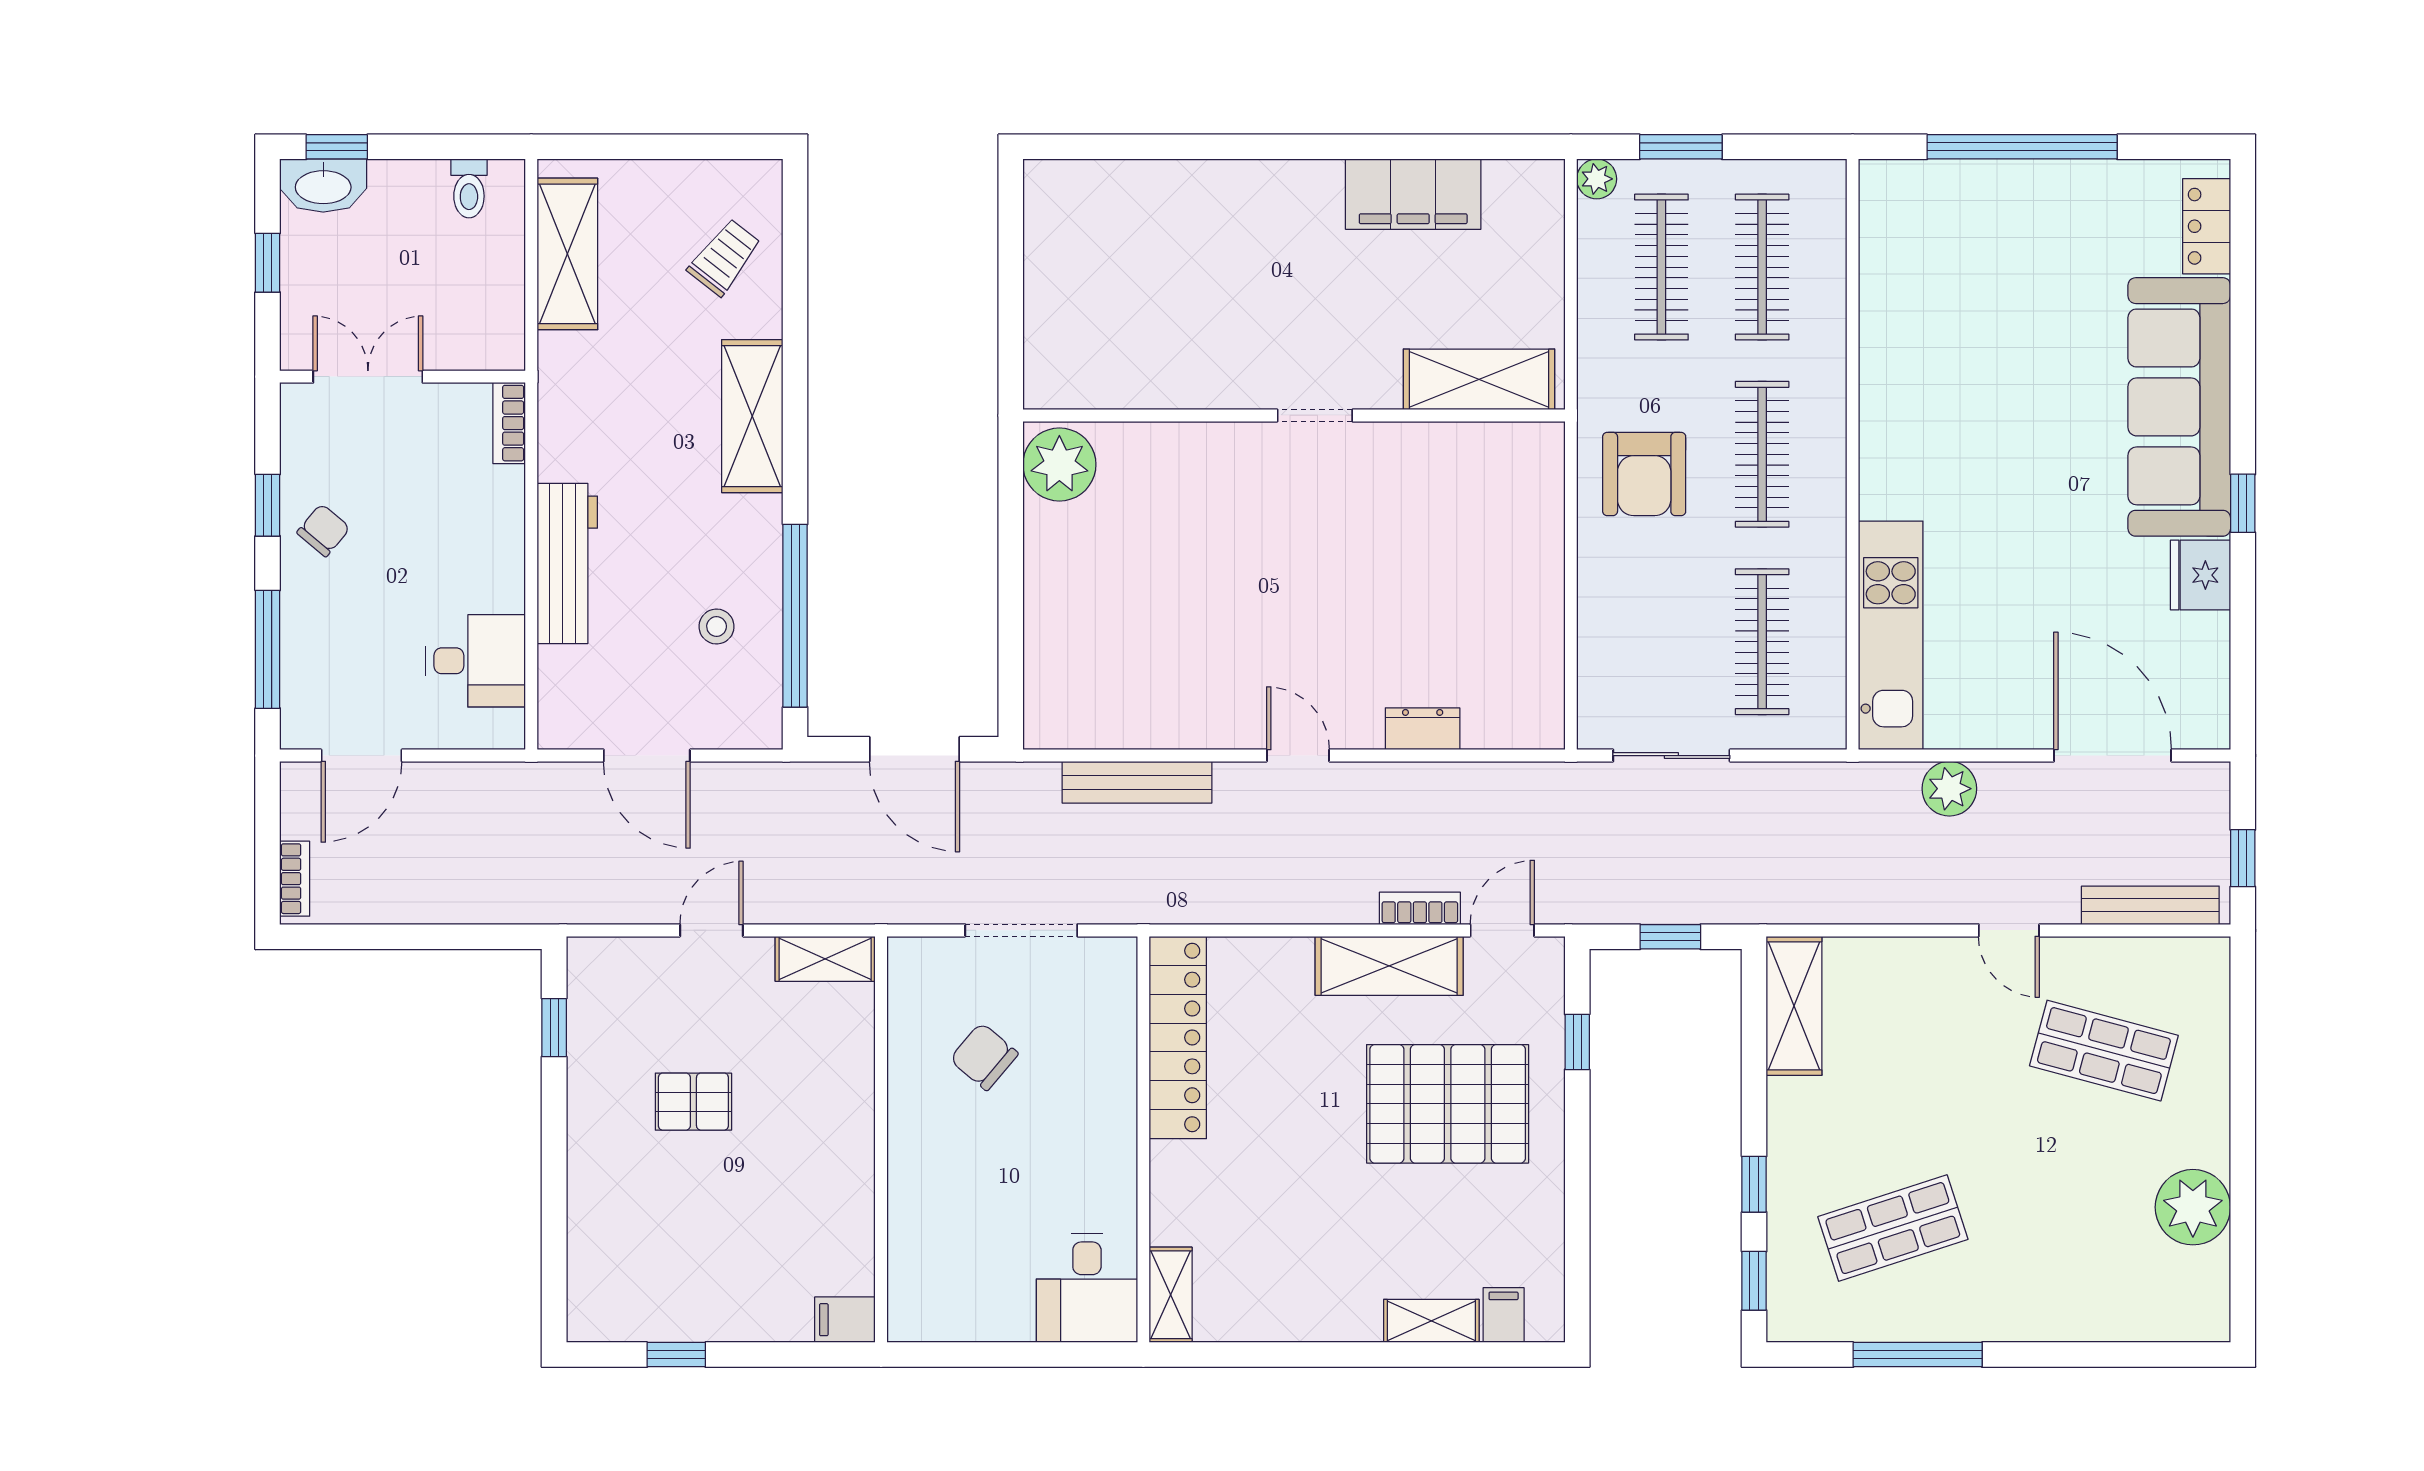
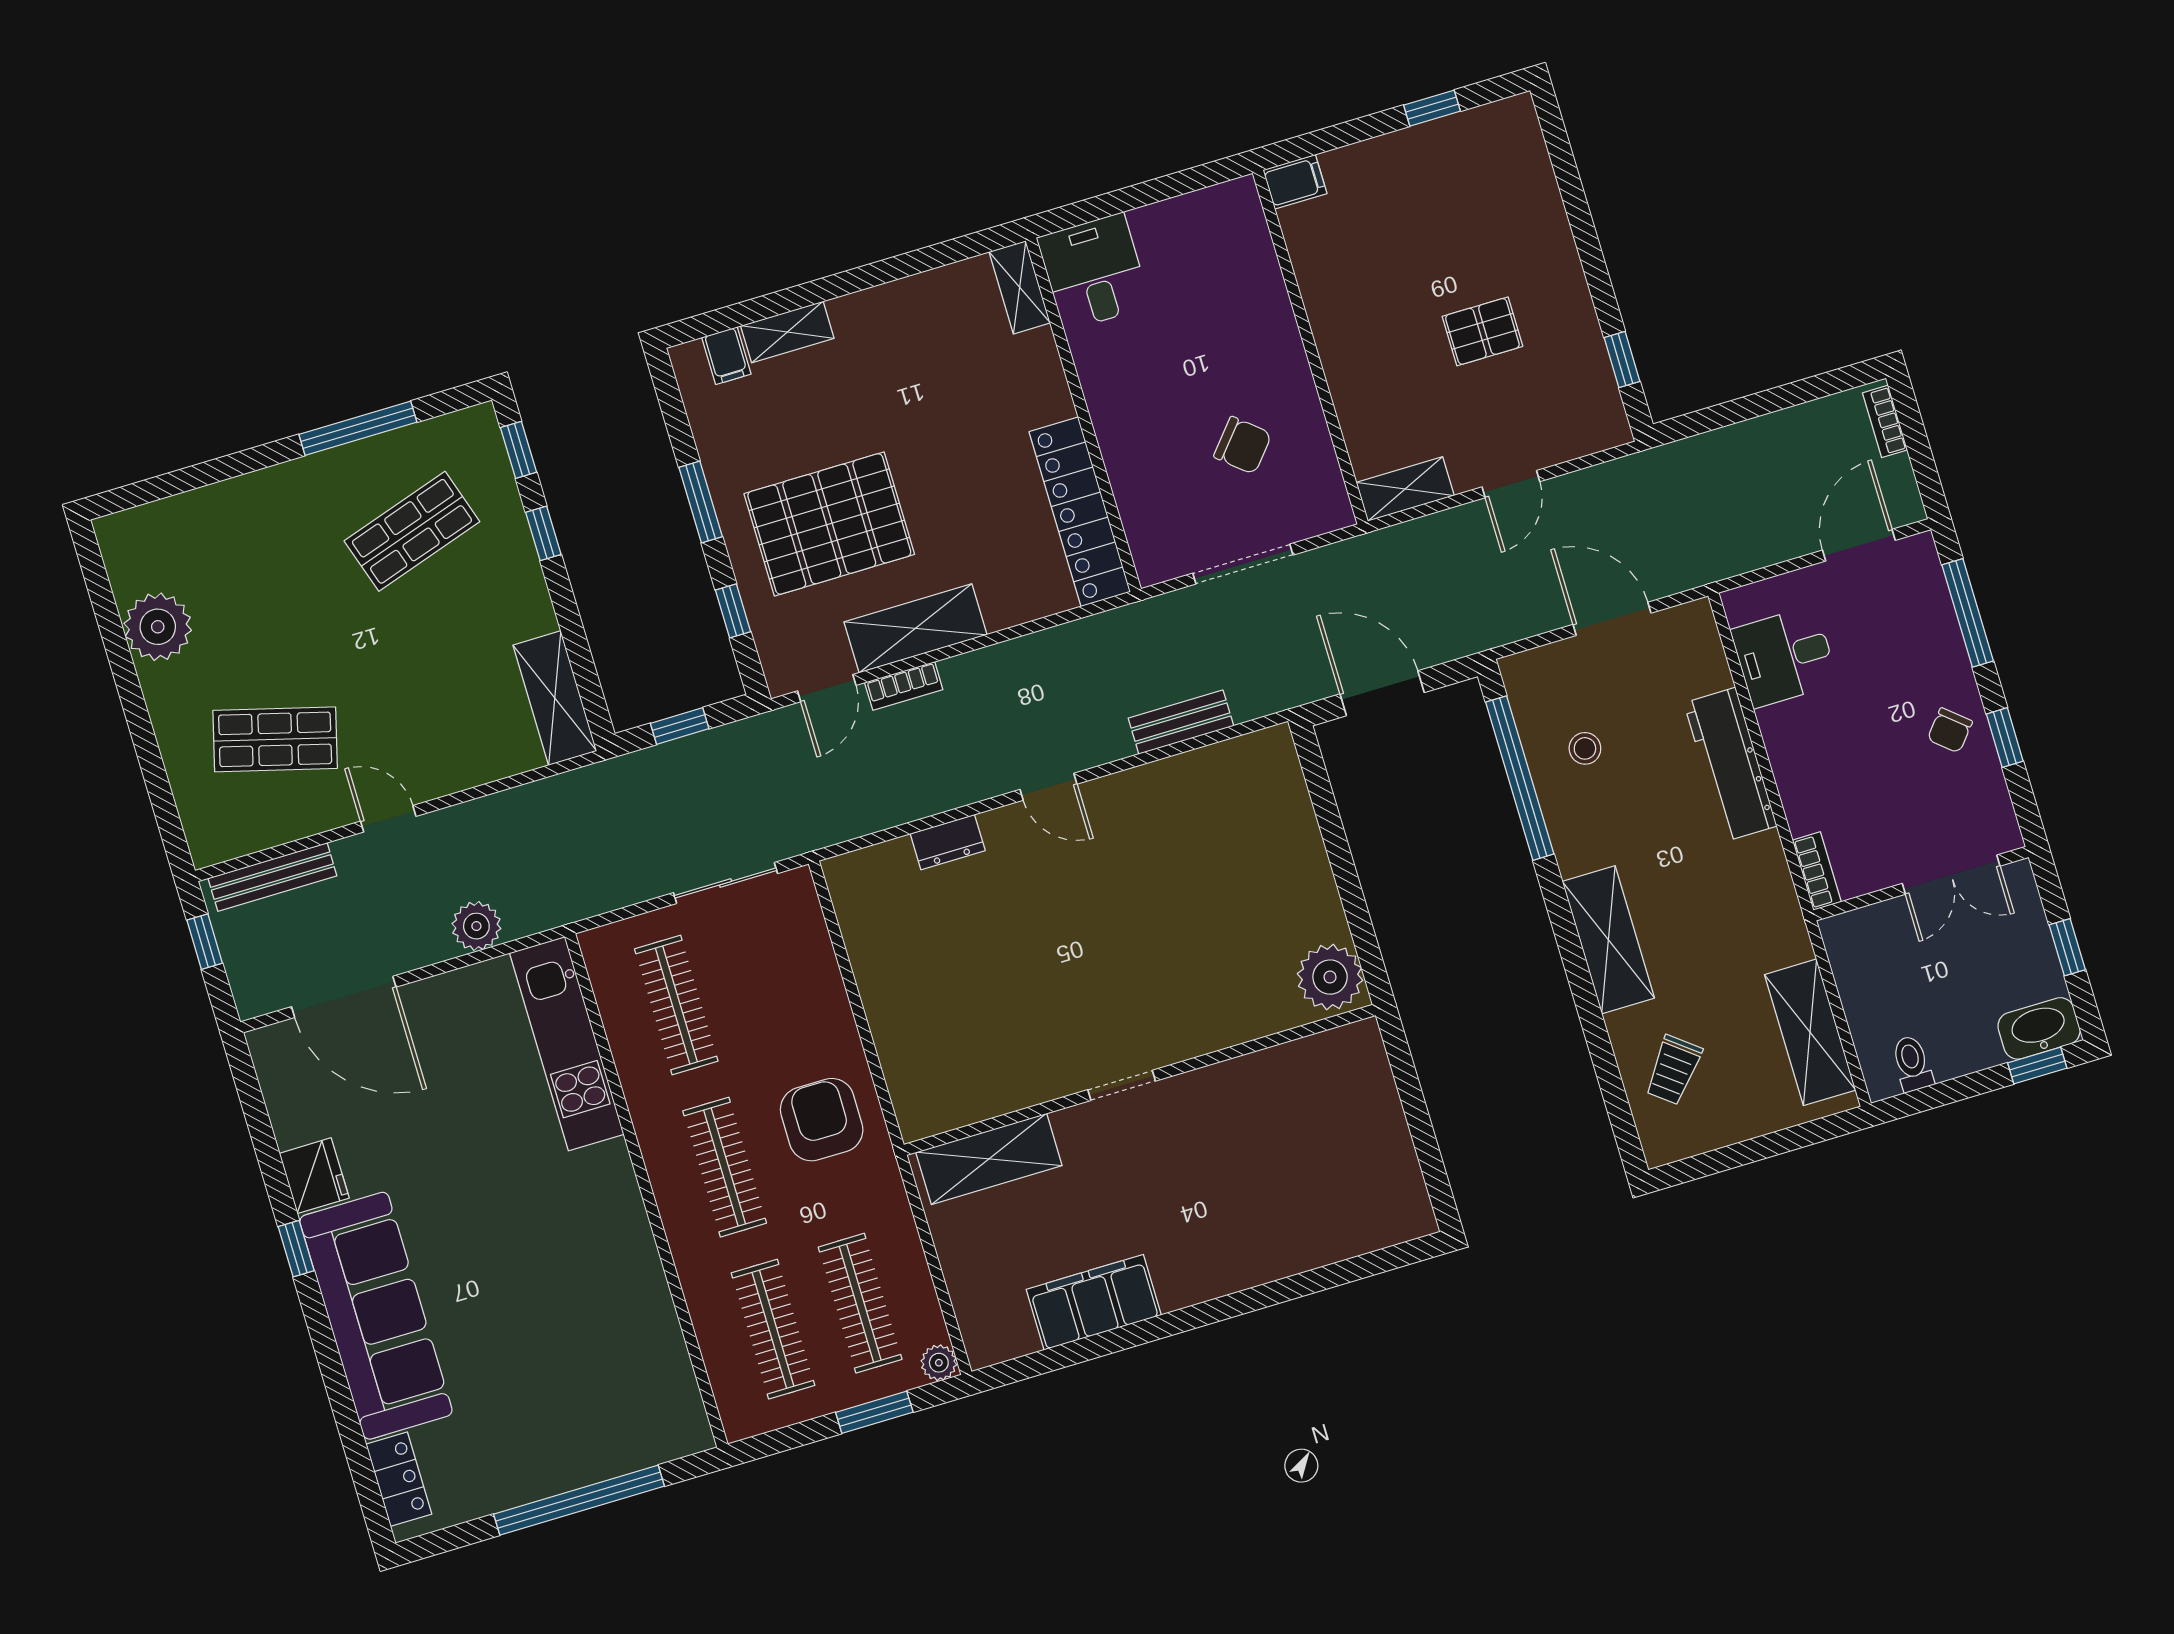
bench: (1137, 782) -> (1181, 722), width x0.73
window: (1577, 1168) -> (701, 502), added

